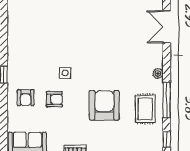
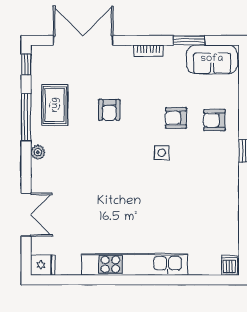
armchair: (26, 98) -> (214, 120), turned -90
armchair: (104, 105) -> (109, 110), width x0.53, depth x0.53

